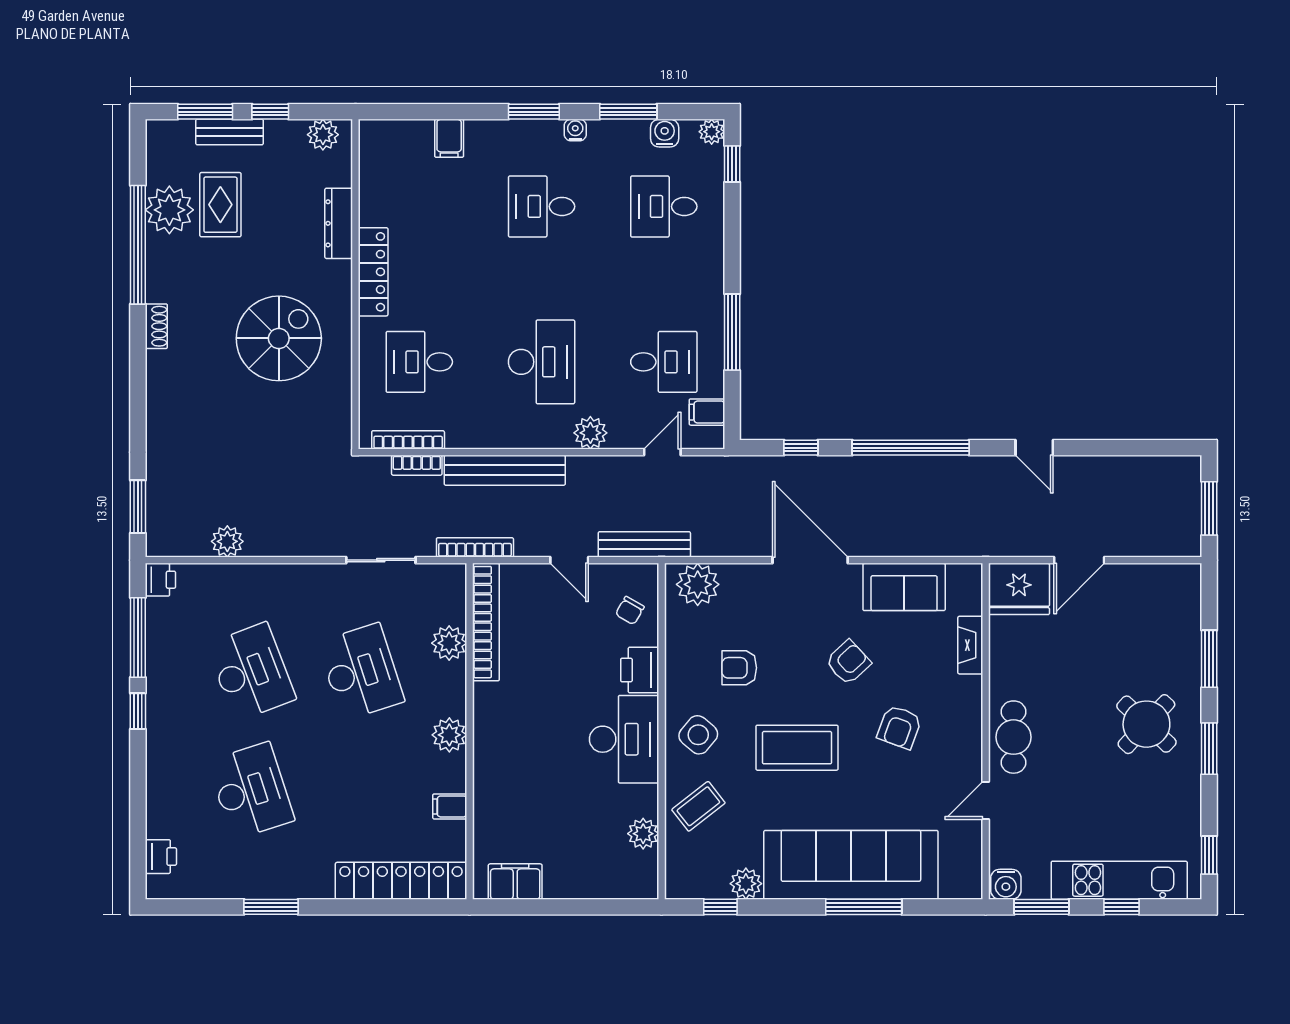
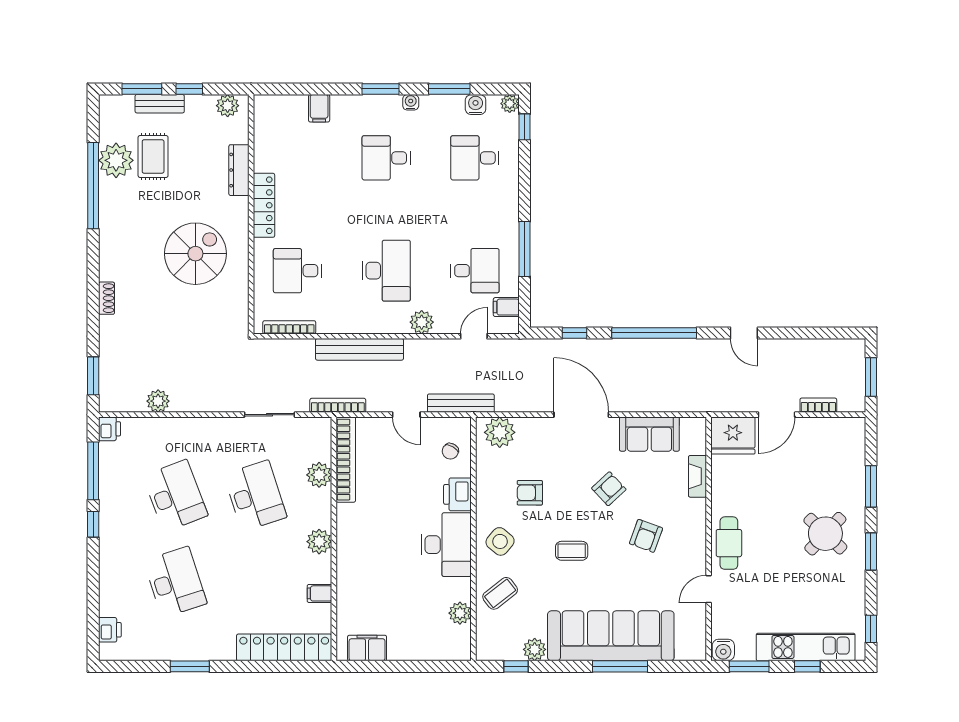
shoe rack: (156, 326) -> (107, 298), moved
bookcase: (417, 465) -> (818, 405), moved, turned 180
coffee table: (797, 748) -> (572, 551), width x0.54, depth x0.58

